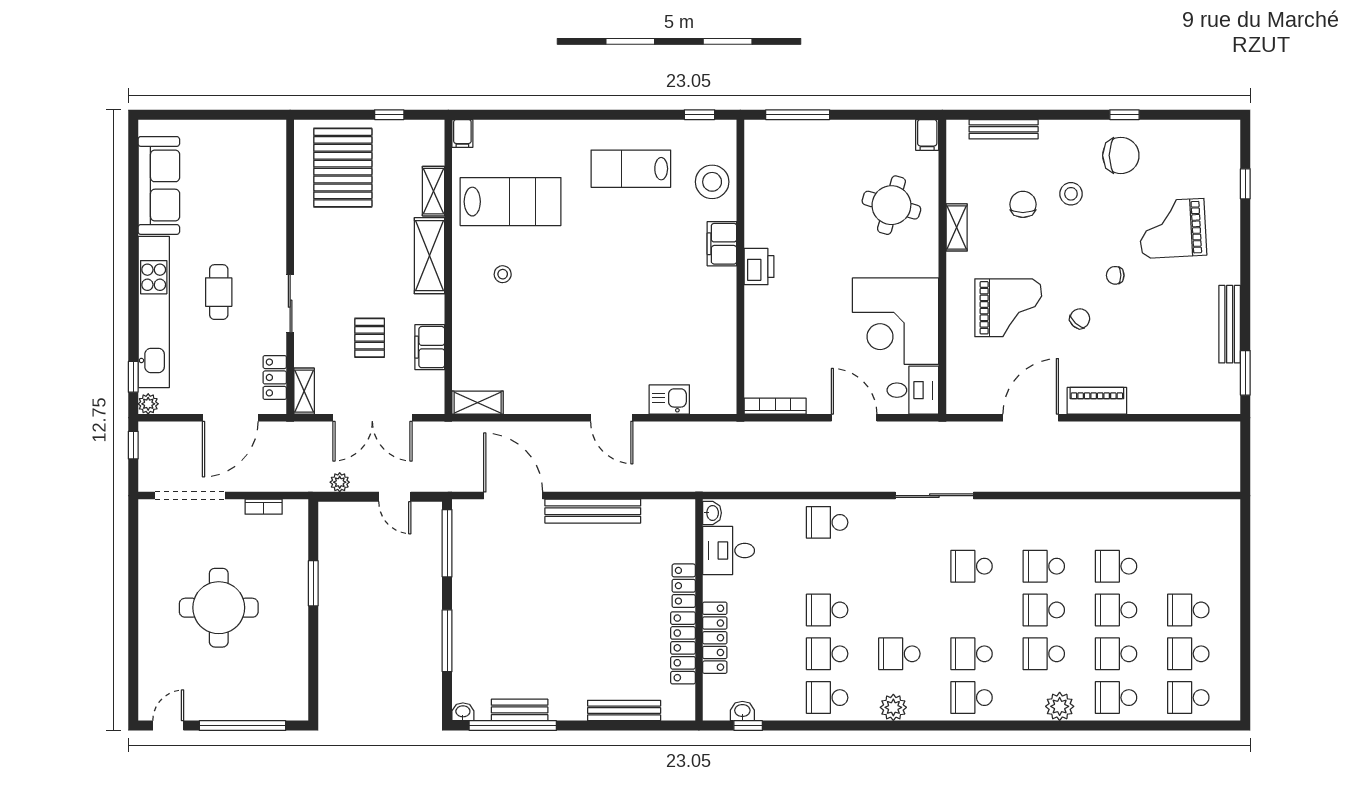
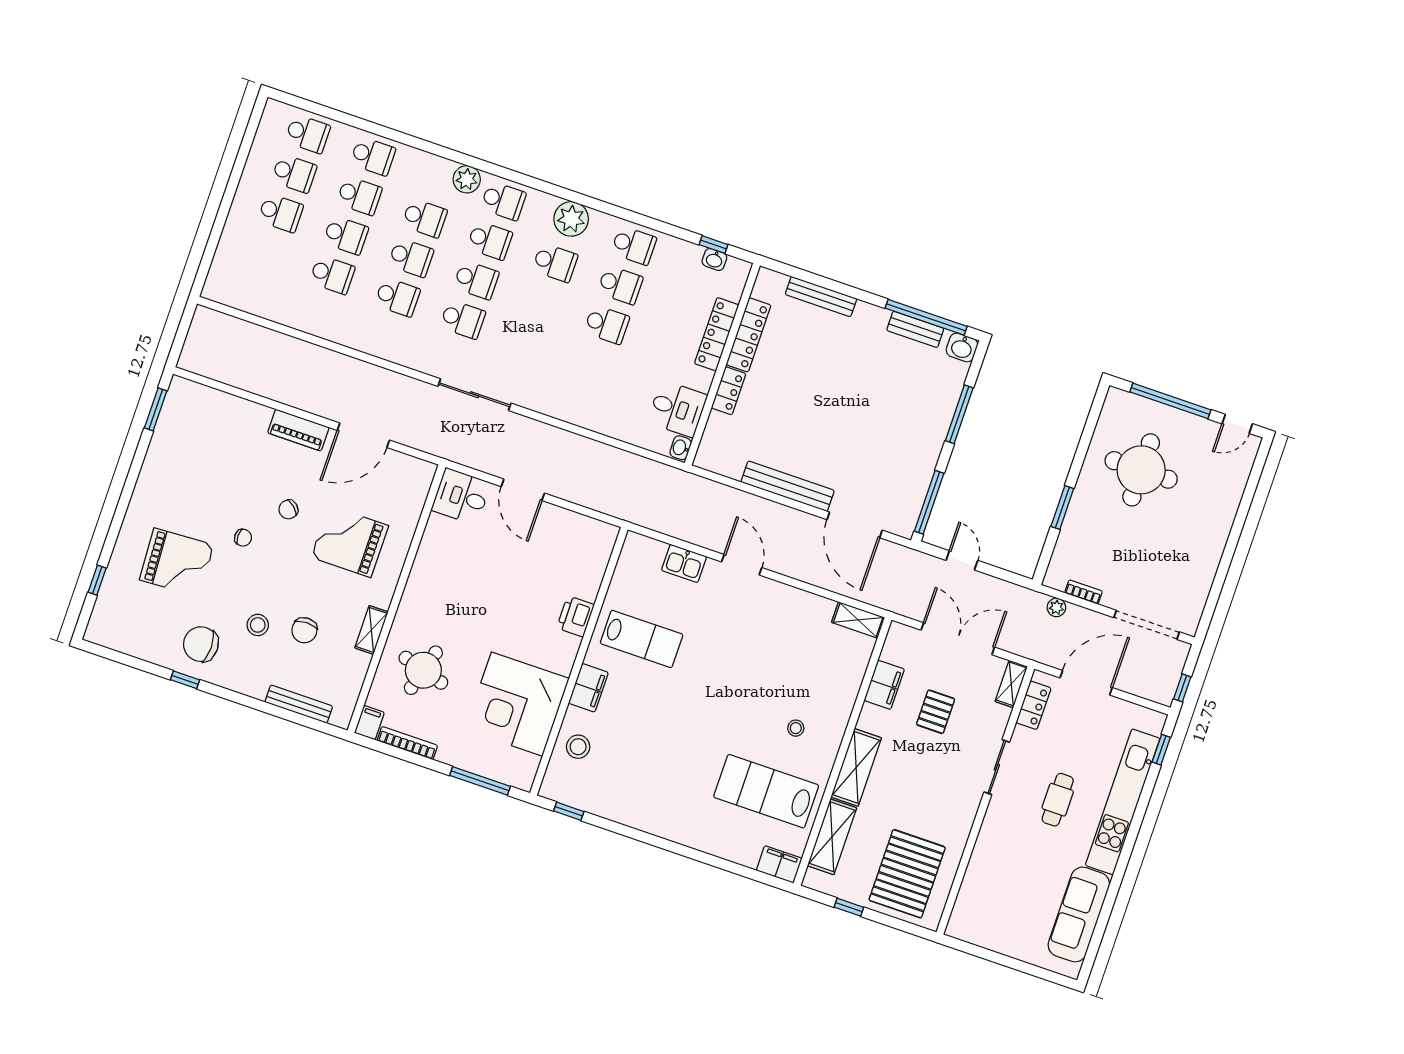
filing cabinet: (462, 133) -> (779, 864), width x2.00
lab bench: (631, 169) -> (642, 639), moved
stool: (712, 182) -> (578, 747), width x0.73, depth x0.73
shelving: (434, 191) -> (832, 837), width x1.50, depth x1.33
printer: (759, 267) -> (575, 616), moved
corner desk: (896, 321) -> (517, 704), moved, turned 180
bench: (1230, 324) -> (155, 458), removed
plant: (148, 404) -> (1156, 721), removed
bookcase: (775, 406) -> (407, 743), moved, turned 180
plant: (340, 482) -> (1056, 607), moved
school desk: (827, 522) -> (476, 280), moved
round table: (219, 608) -> (1141, 470), moved
plant: (1060, 706) -> (467, 179), moved
plant: (893, 707) -> (571, 219), width x1.36, depth x1.36
washbasin: (463, 712) -> (962, 347), width x1.38, depth x1.45

